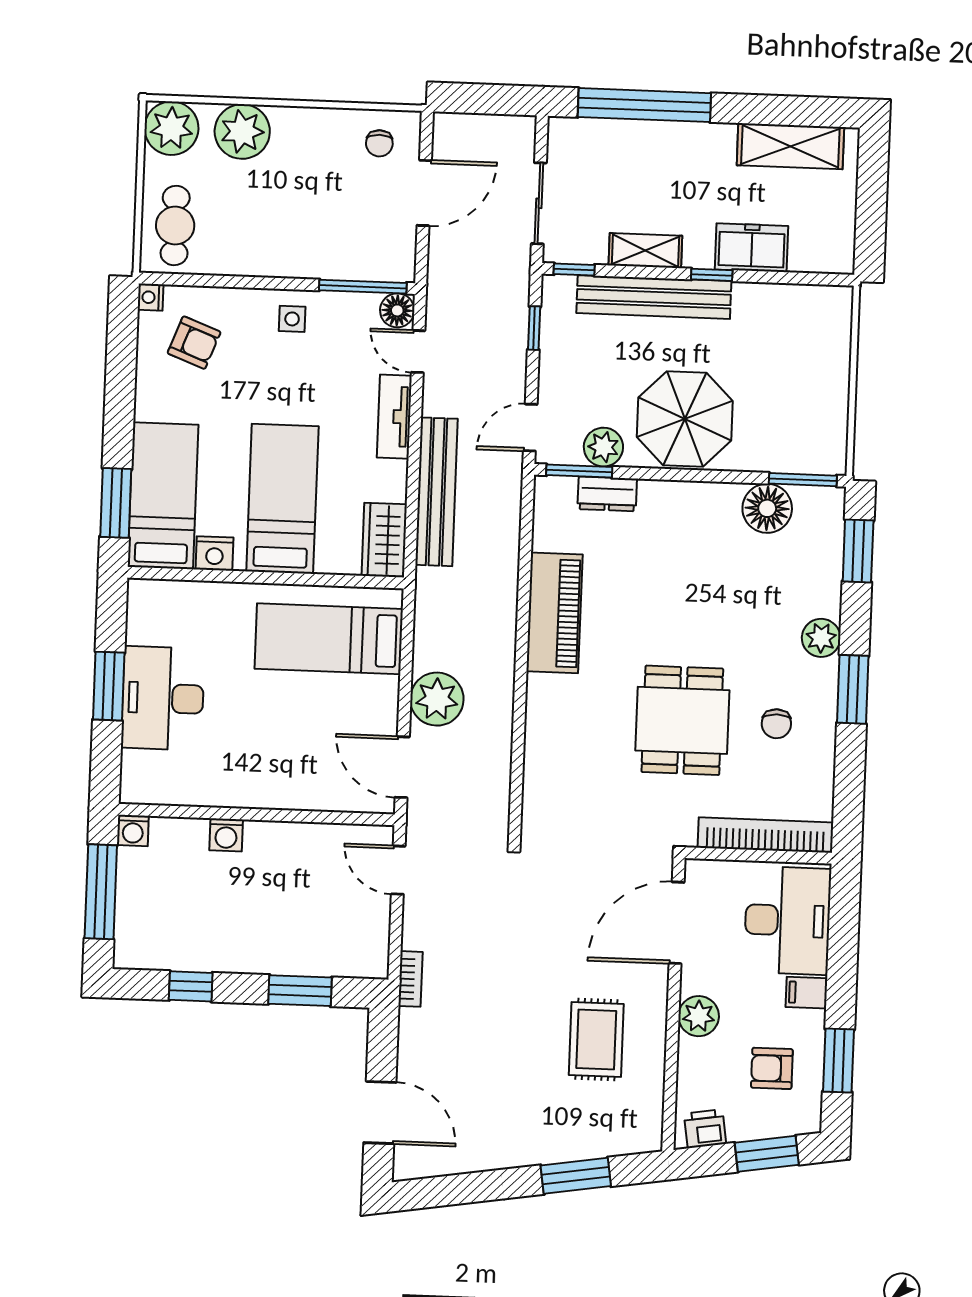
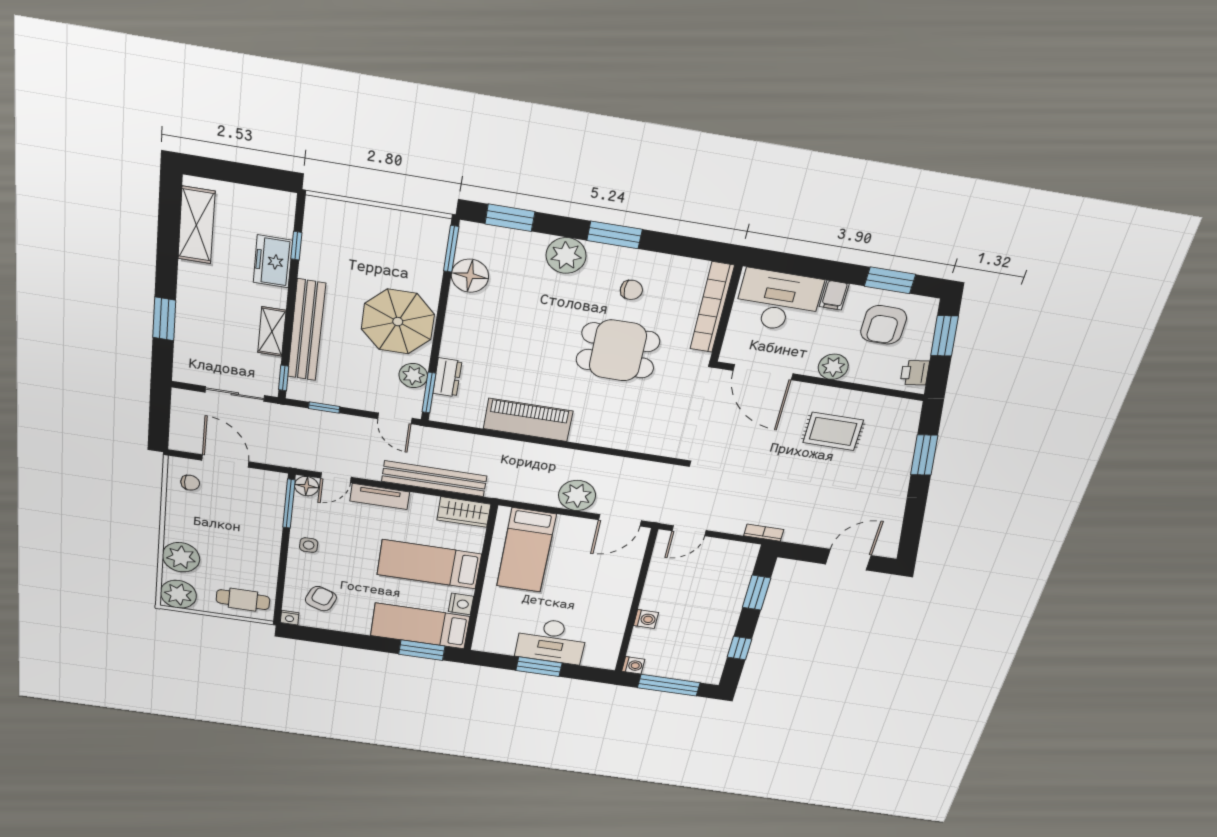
window: (644, 105) -> (164, 319), width x0.47
window: (712, 275) -> (296, 246), moved
plant: (821, 638) -> (566, 255), width x1.36, depth x1.36
armchair: (772, 1068) -> (884, 325), width x1.38, depth x1.38

